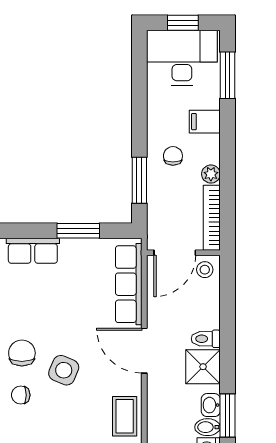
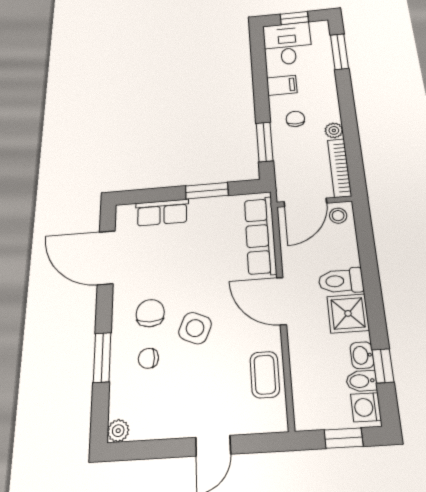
desk: (182, 58) -> (287, 44), width x0.73
filing cabinet: (205, 122) -> (282, 85), moved, turned 180
toilet: (206, 339) -> (341, 281), width x1.37, depth x1.39
window: (227, 415) -> (383, 366), width x0.67

